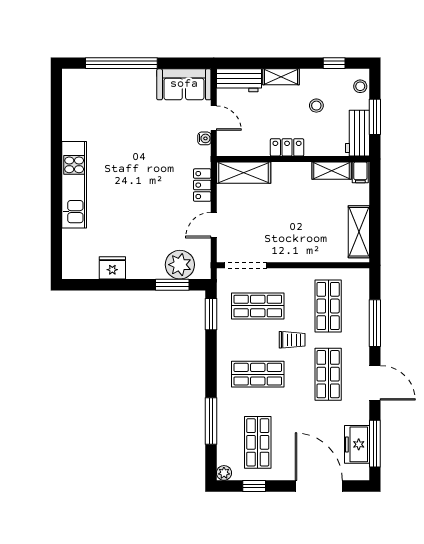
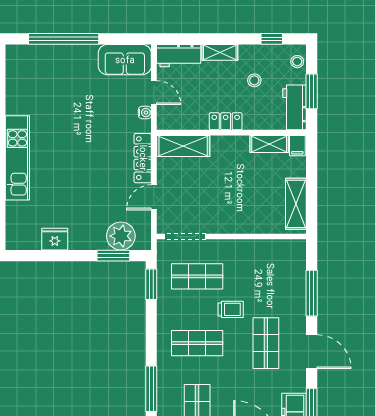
locker: (202, 185) -> (143, 158), width x1.53
shop shelf: (328, 306) -> (266, 276), removed

